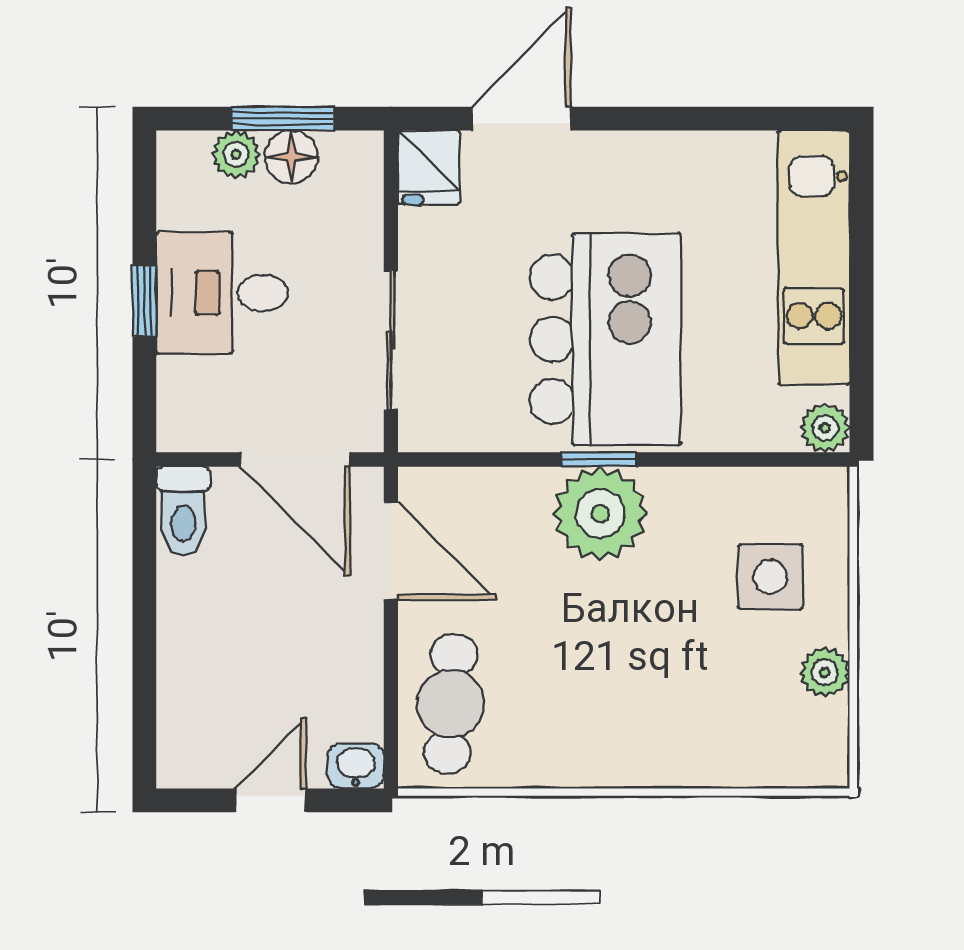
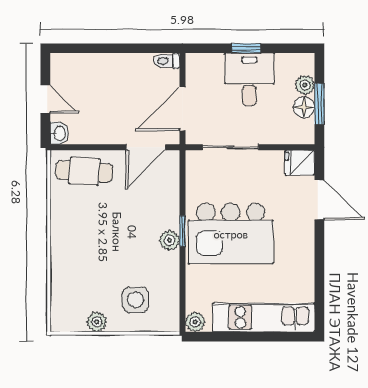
toilet: (183, 511) -> (167, 61), width x0.73, depth x0.72
plant: (600, 514) -> (169, 240), width x0.53, depth x0.53

